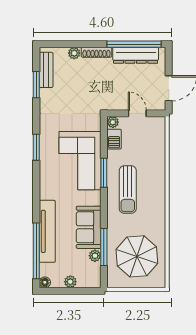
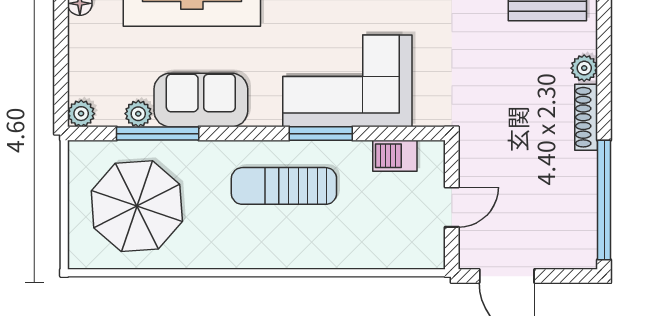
dresser: (136, 55) -> (580, 203), removed
plant: (113, 122) -> (432, 153), removed
plant: (70, 282) -> (81, 114), moved

